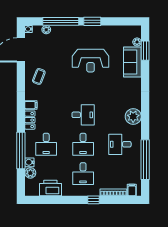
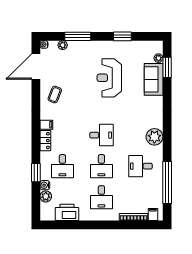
window: (61, 21) -> (78, 36), width x0.68
window: (92, 21) -> (122, 36), moved
reception desk: (91, 61) -> (109, 78), turned 90
window: (21, 150) -> (36, 173), width x0.47
window: (94, 200) -> (113, 225), removed

